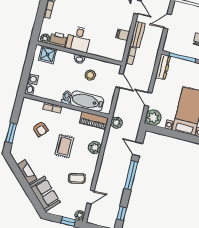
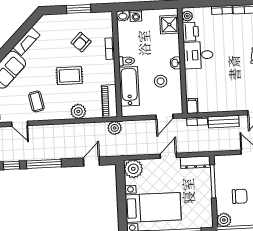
filing cabinet: (123, 35) -> (192, 106), moved
door: (148, 99) -> (168, 156), moved
window: (11, 133) -> (79, 9), moved
window: (131, 175) -> (44, 164), moved

